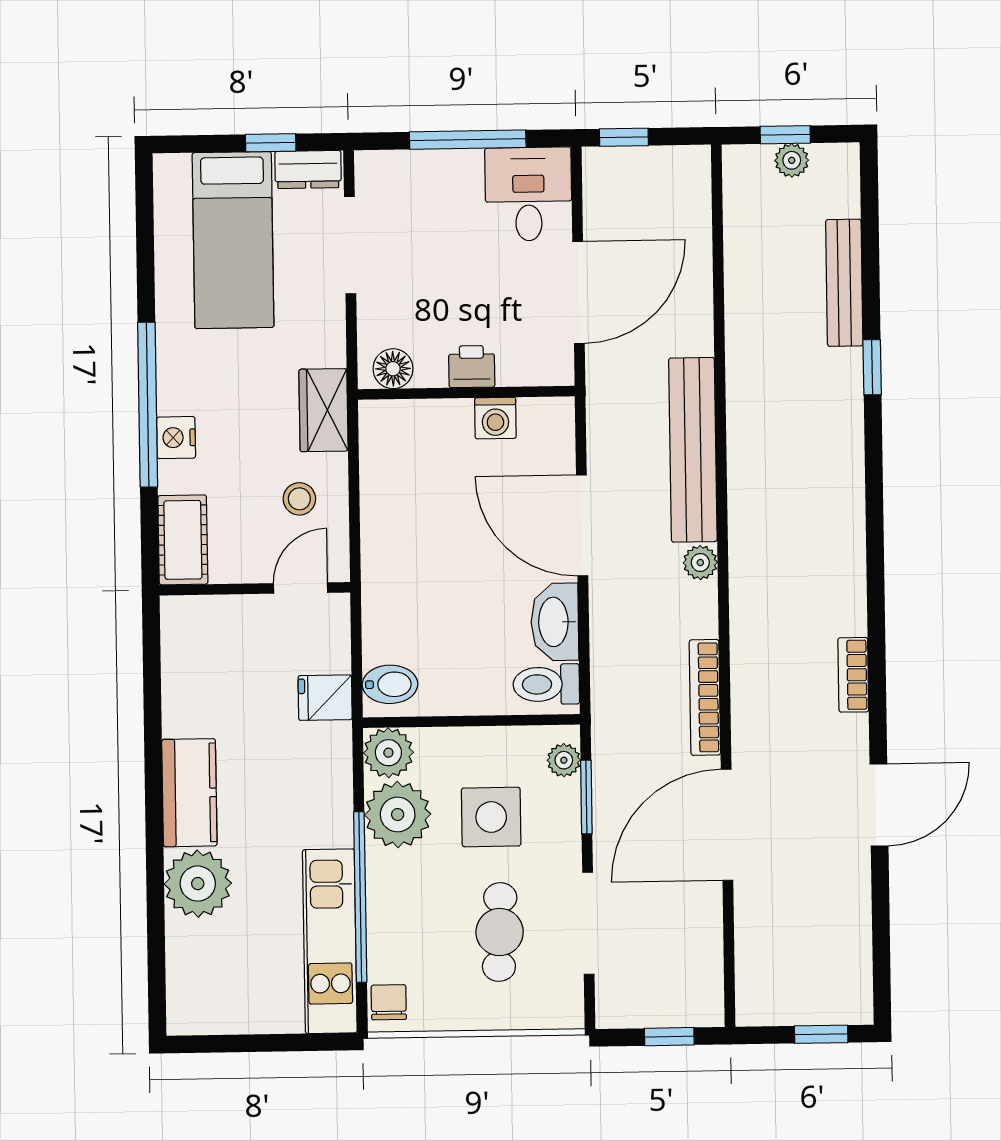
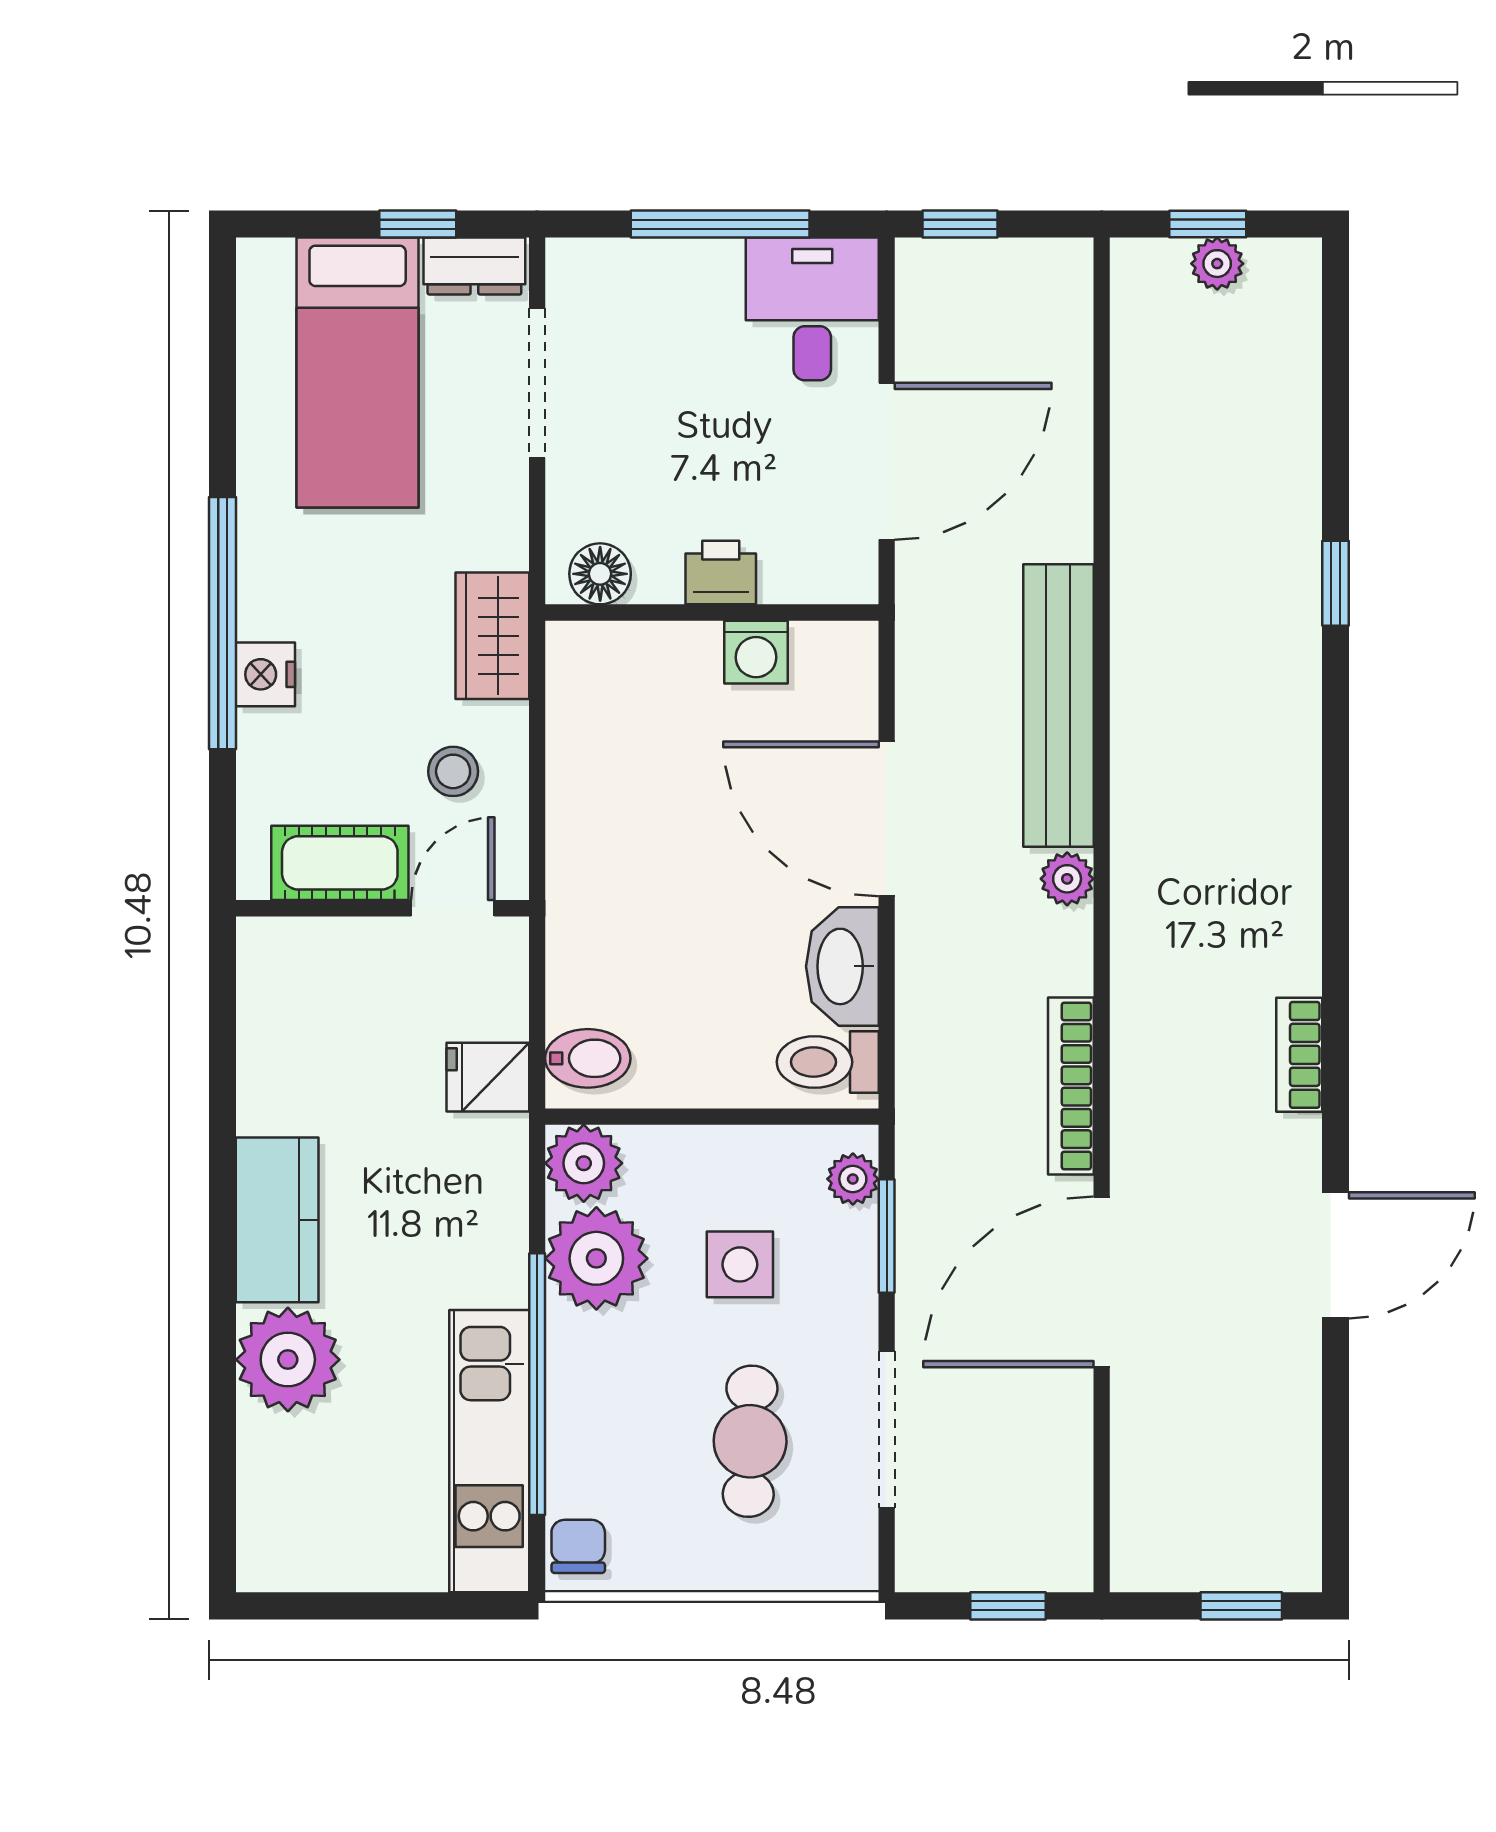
bench: (844, 283) -> (1295, 453), removed
cot: (183, 540) -> (340, 863), moved, turned 90
side table: (491, 817) -> (740, 1264), width x0.73, depth x0.73

